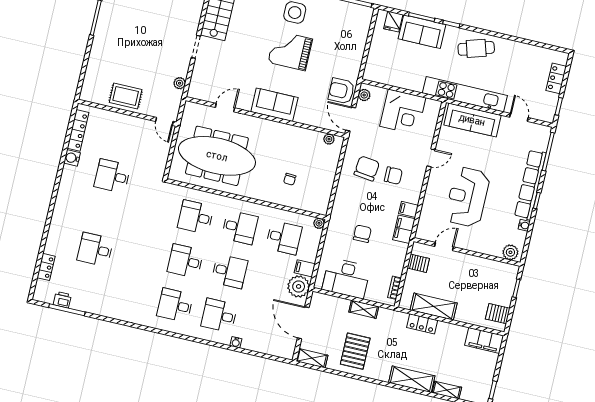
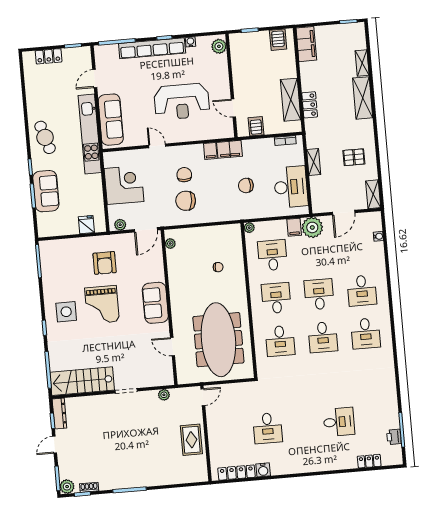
fridge: (393, 22) -> (86, 225), moved, turned -90
armchair: (341, 91) -> (105, 263), moved
desk: (95, 250) -> (339, 422), turned -90
door: (303, 323) -> (344, 213), width x0.73
water cooler: (236, 342) -> (378, 236), moved
pallet: (355, 351) -> (354, 157), width x0.67, depth x0.71

